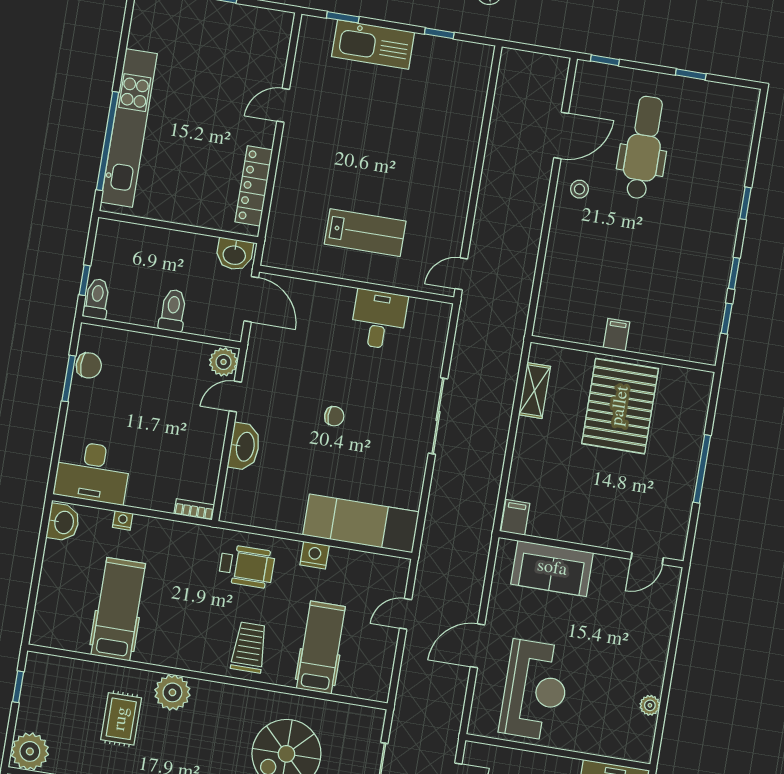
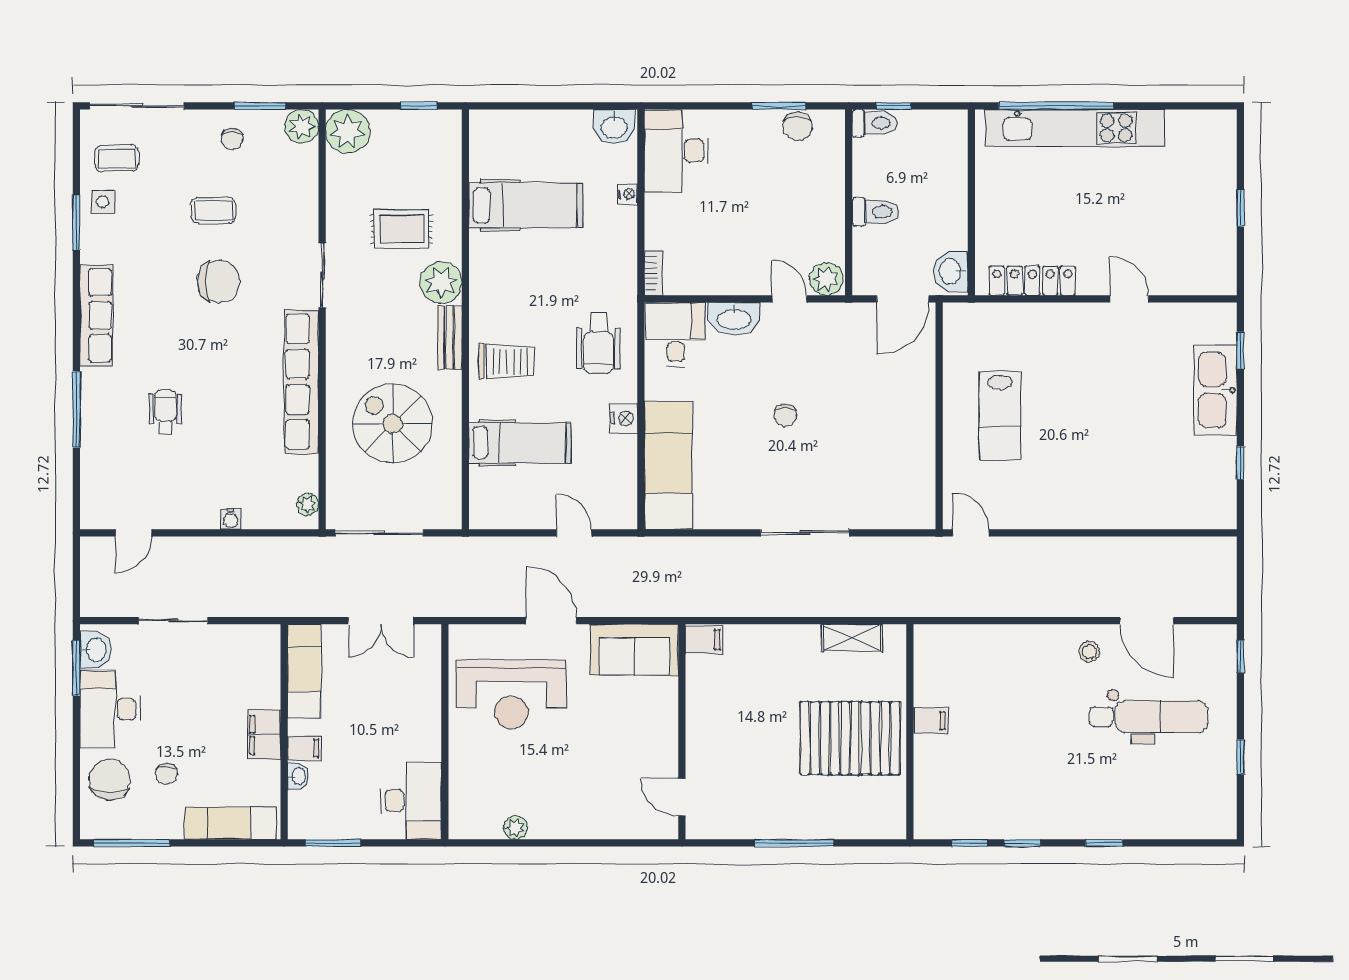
desk: (379, 319) -> (676, 335), moved, turned -90
sofa: (552, 568) -> (634, 650), moved, turned -90
bench: (221, 693) -> (450, 338), added

